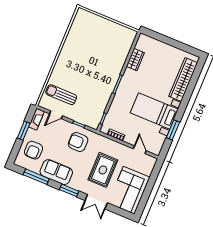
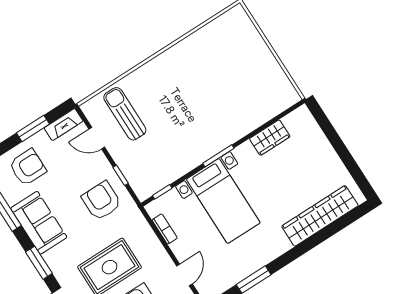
bed with nightstands: (154, 111) -> (223, 201), moved, turned 180
armchair: (34, 150) -> (28, 167), turned 180

